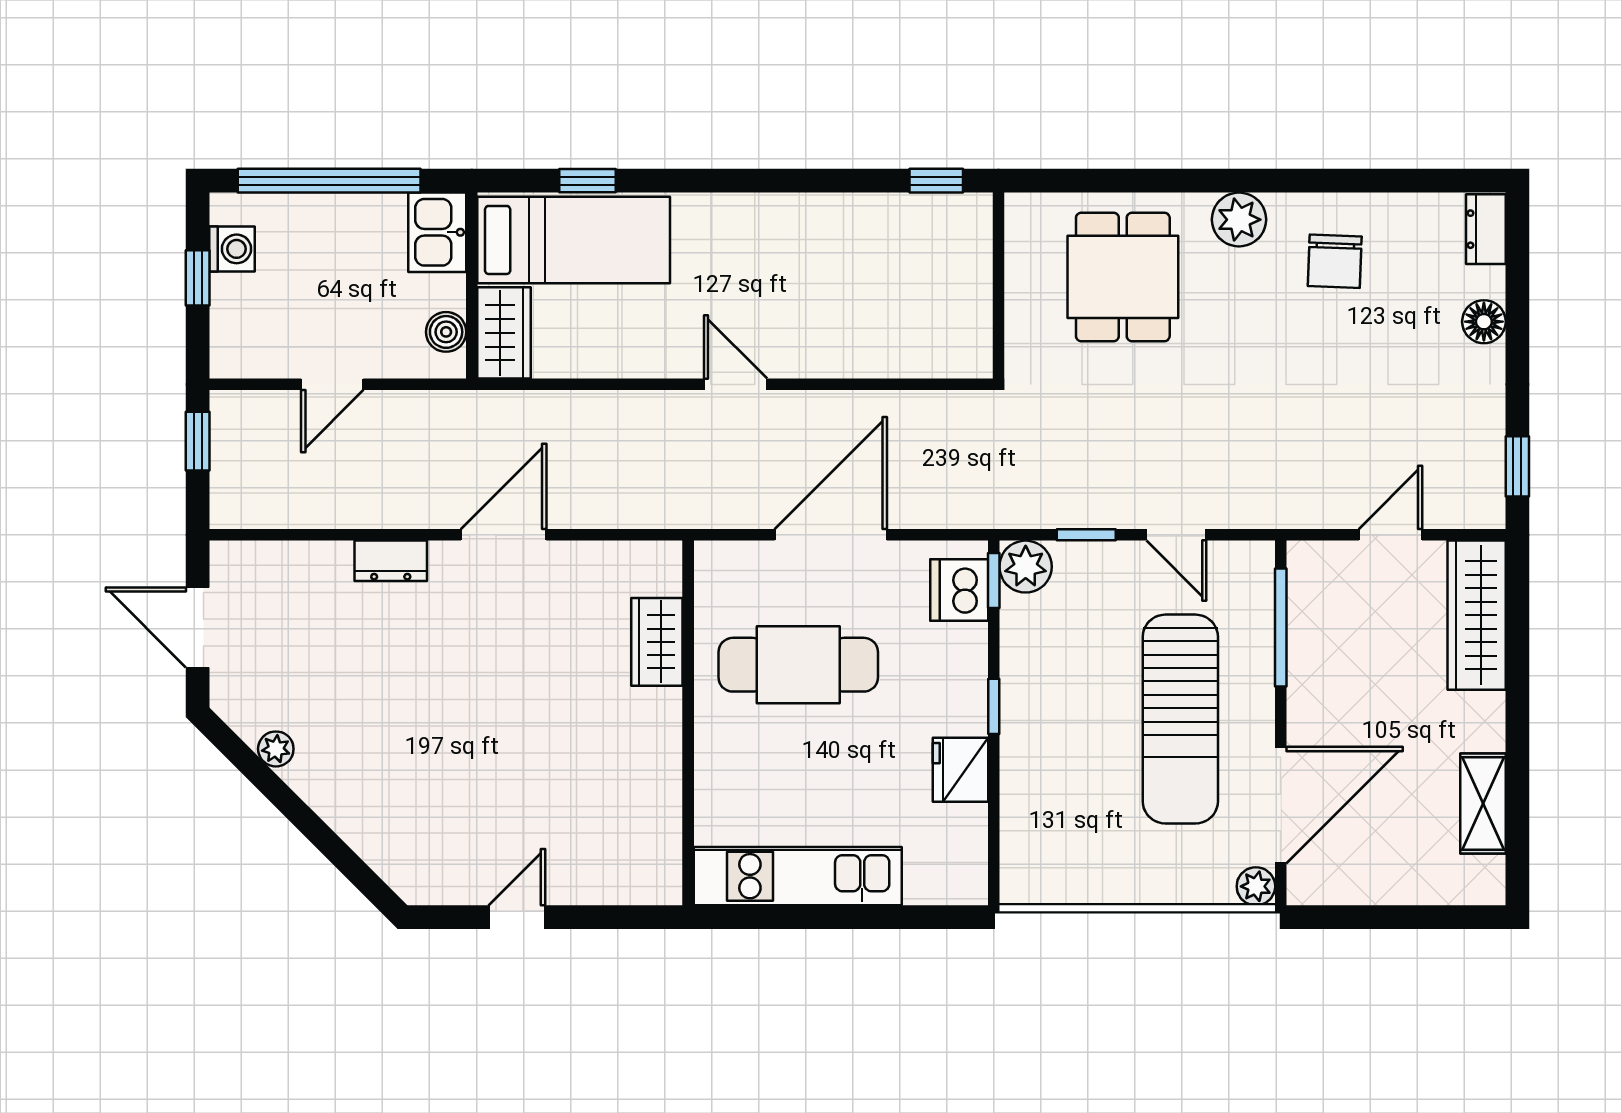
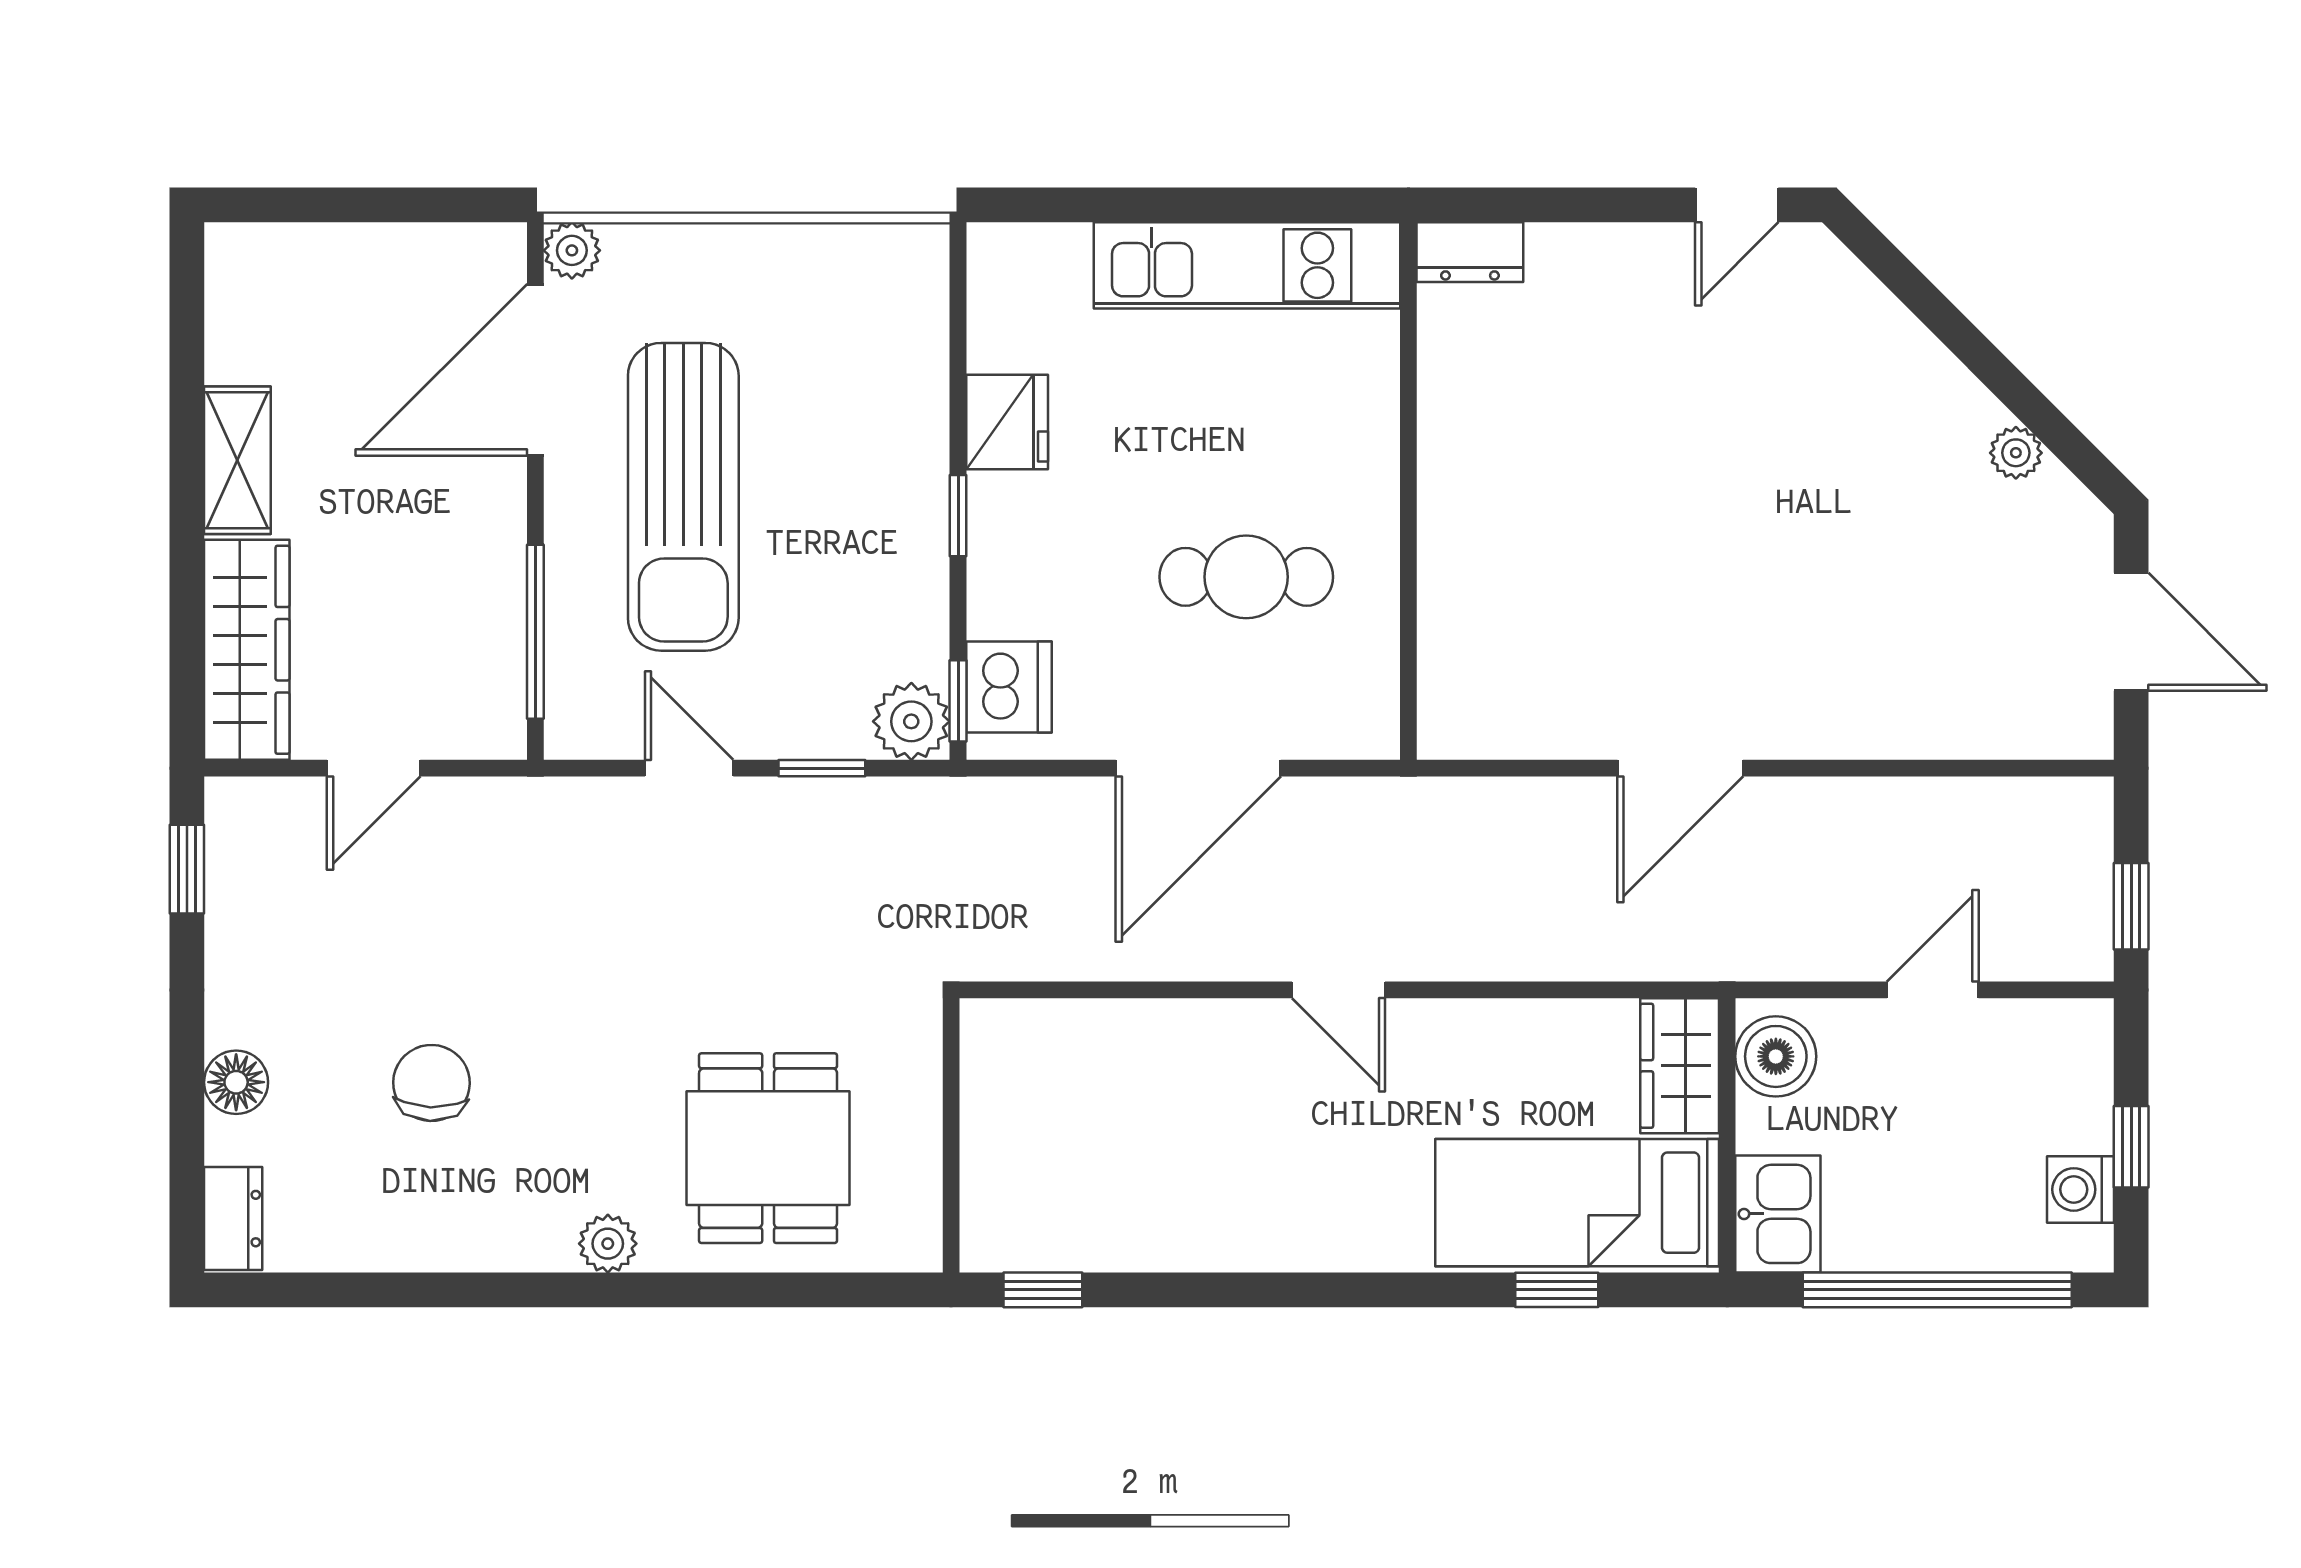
plant: (1239, 220) -> (608, 1244), width x0.73, depth x0.73
chair: (1335, 261) -> (431, 1083), moved
boiler: (446, 332) -> (1776, 1056), width x1.36, depth x1.36
dresser: (391, 561) -> (1470, 252), moved, turned 180
wardrobe: (657, 642) -> (1454, 611), removed
cafe table: (798, 665) -> (1246, 577), width x0.73, depth x0.74
sun lounger: (1180, 719) -> (683, 497), turned 180
shelving: (1483, 804) -> (237, 460), moved
door: (517, 917) -> (1737, 205), moved

